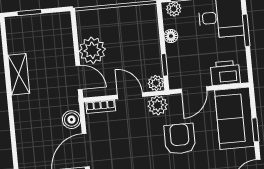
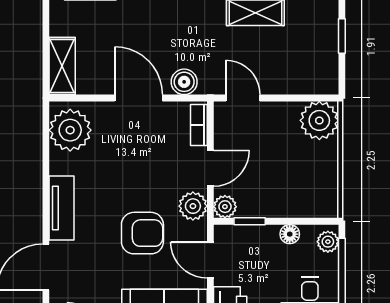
plant: (92, 50) -> (319, 120), moved
door: (79, 77) -> (243, 98), swing flipped

